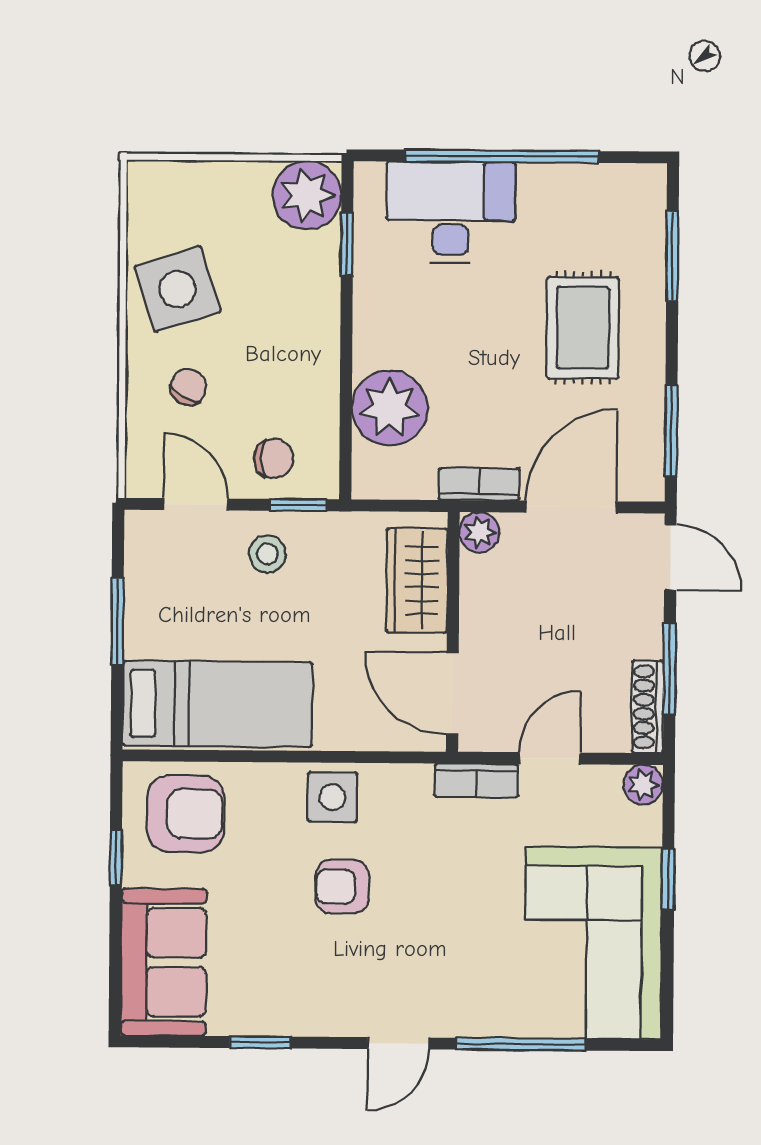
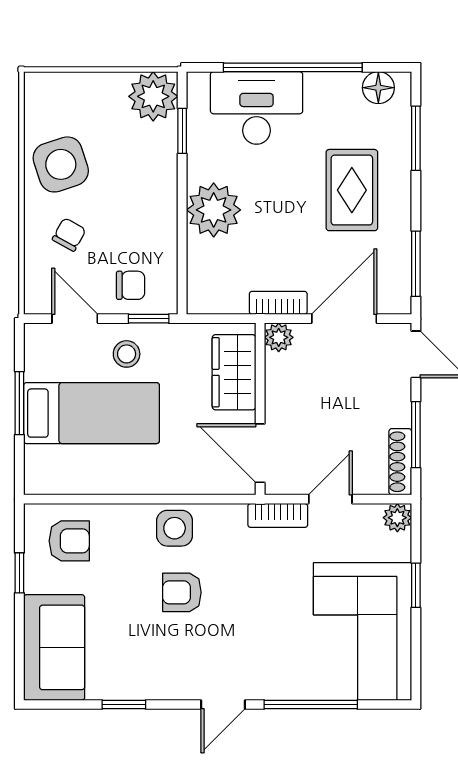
floor lamp: (621, 185) -> (378, 88), added
plant: (390, 408) -> (214, 210), moved
bed: (217, 704) -> (92, 413), moved
armchair: (186, 814) -> (69, 541), width x0.72, depth x0.72

